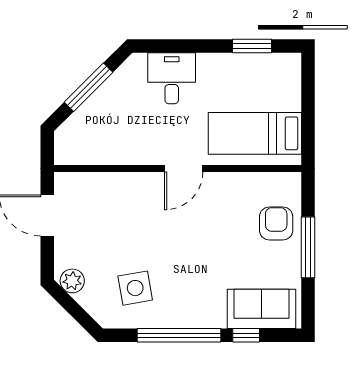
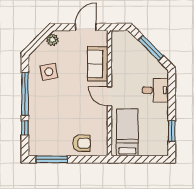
window: (308, 247) -> (52, 159), moved
sofa: (262, 309) -> (98, 64), moved, turned 180

